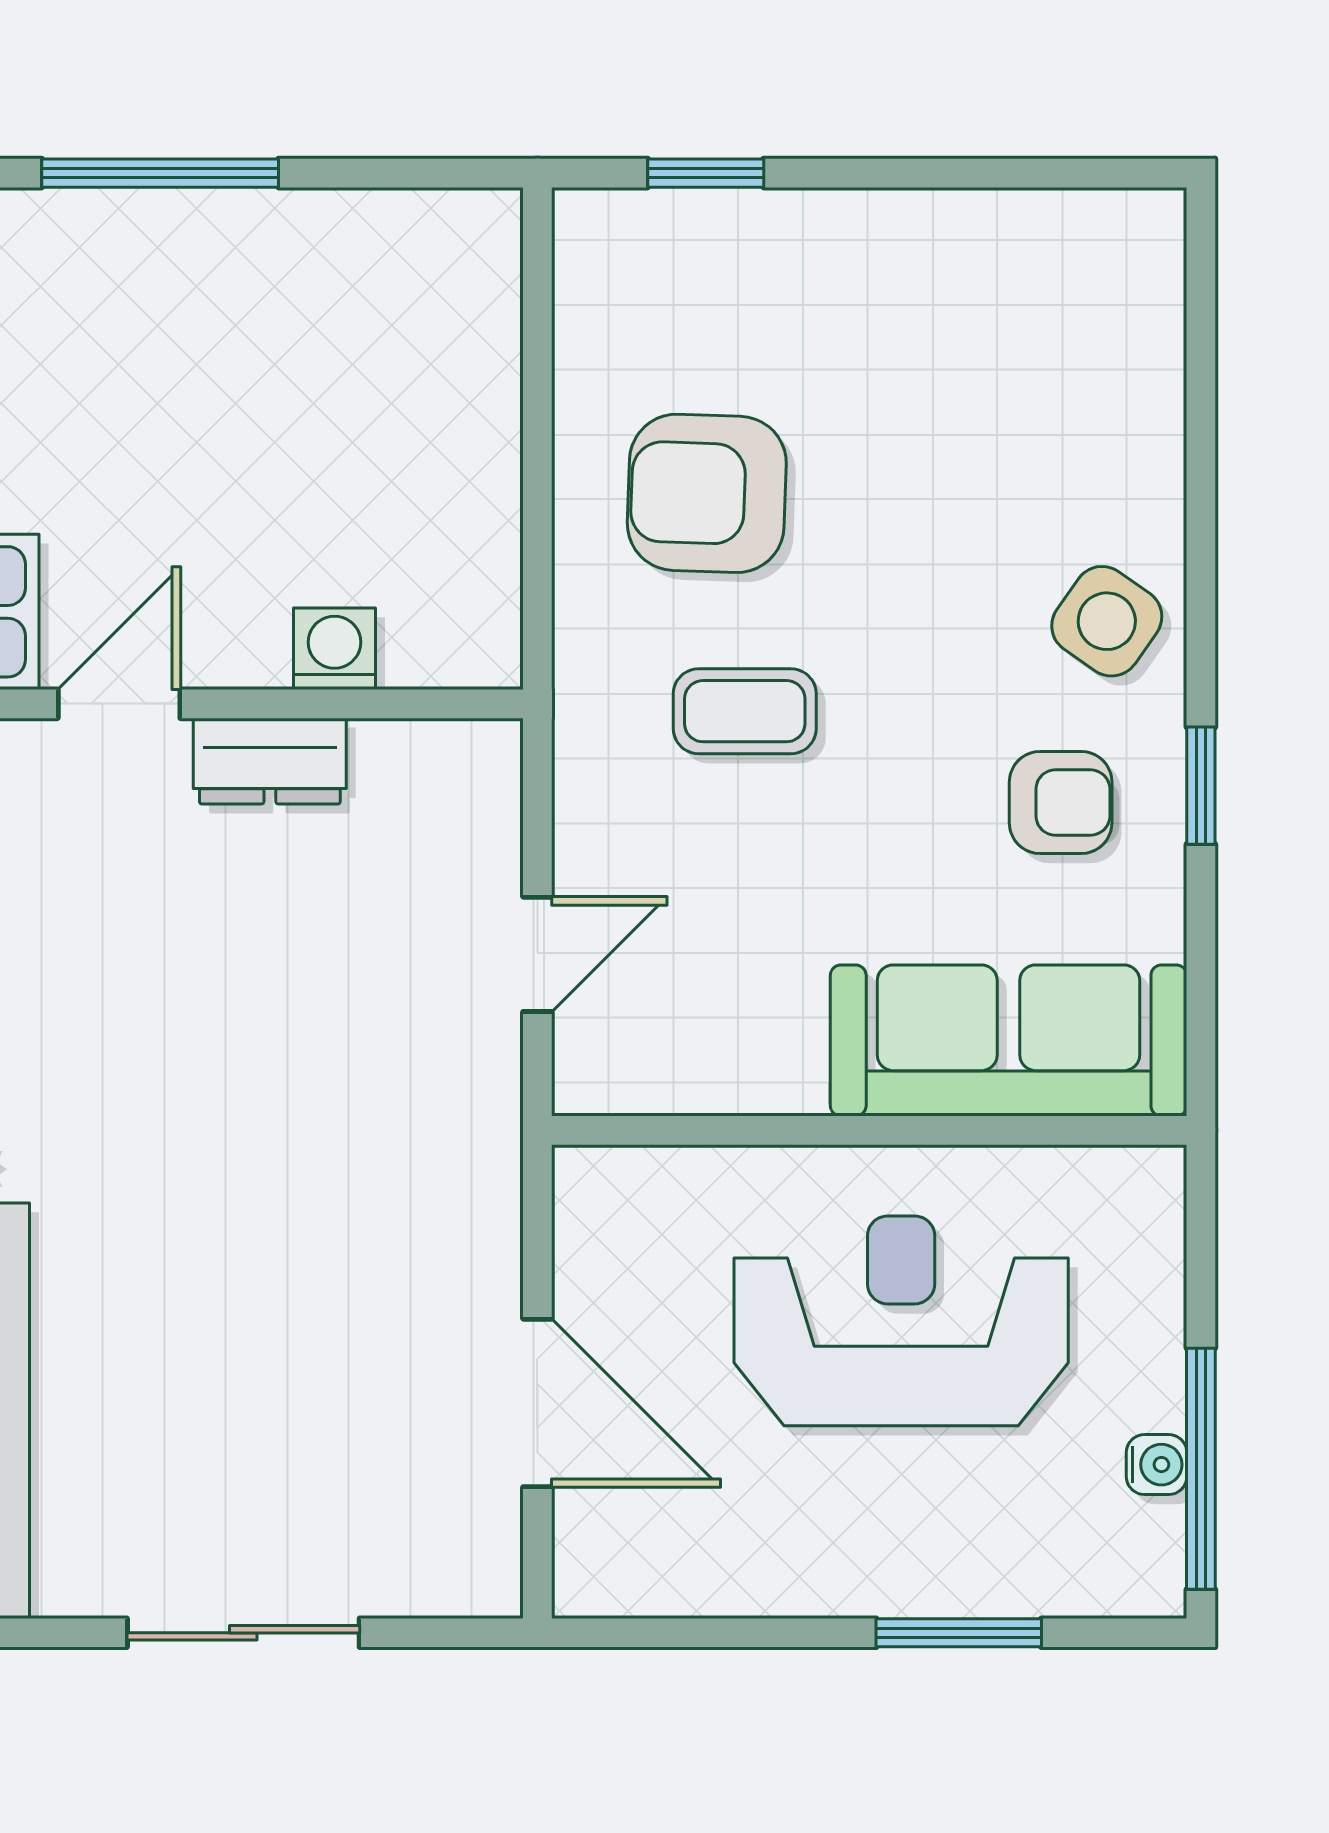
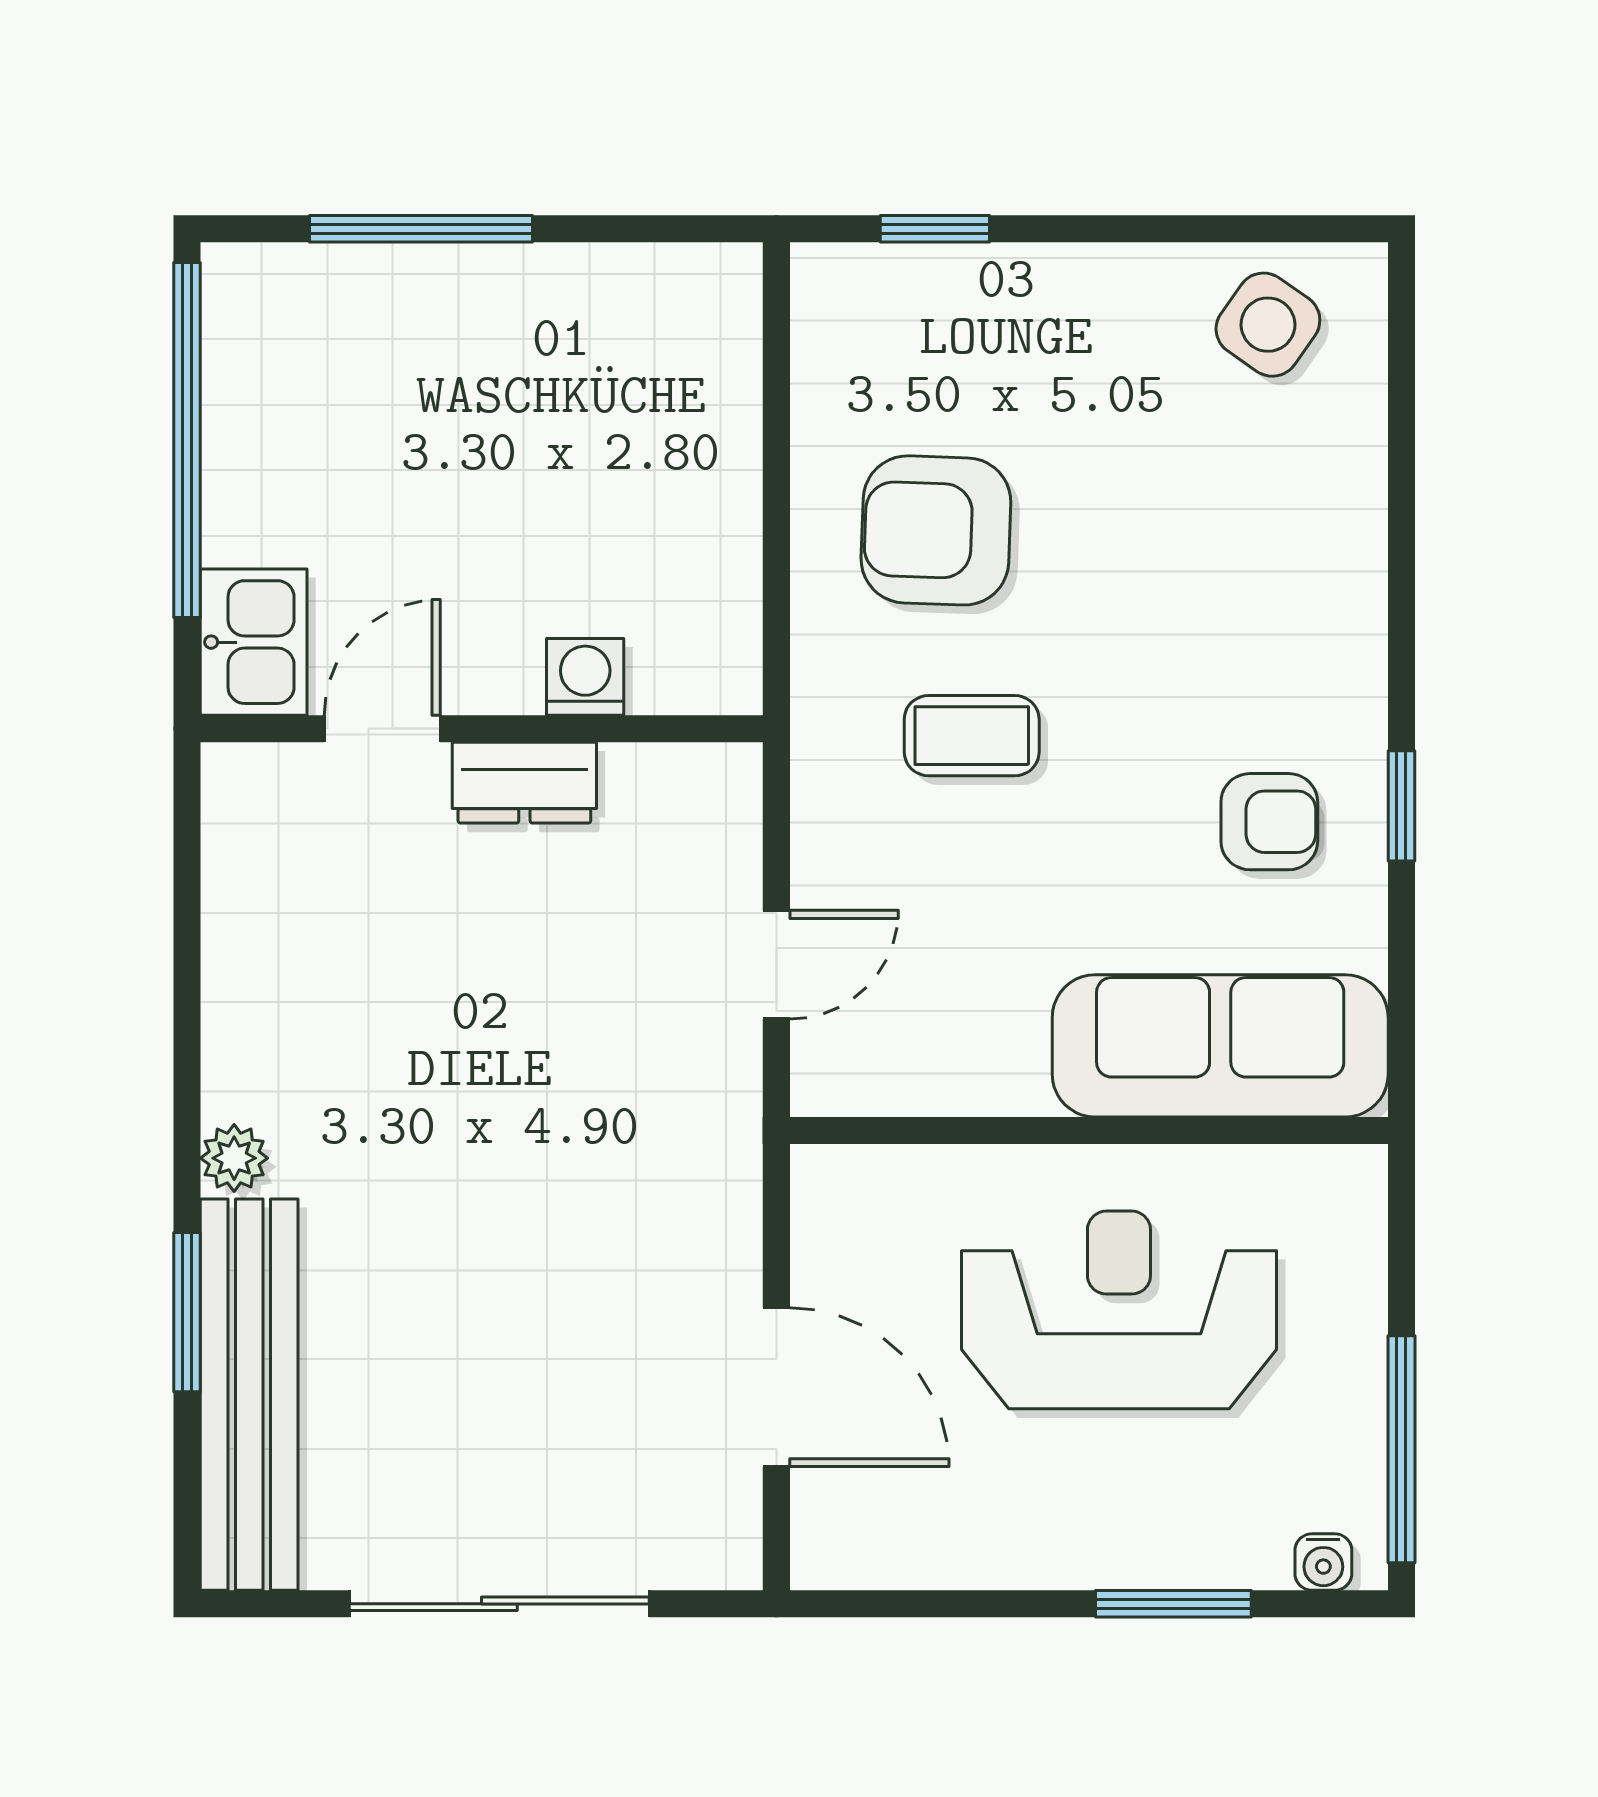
side table: (1107, 621) -> (1268, 325), moved
water cooler: (1157, 1465) -> (1323, 1562), moved, turned 90
sliding door: (243, 1633) -> (499, 1604), width x1.37

